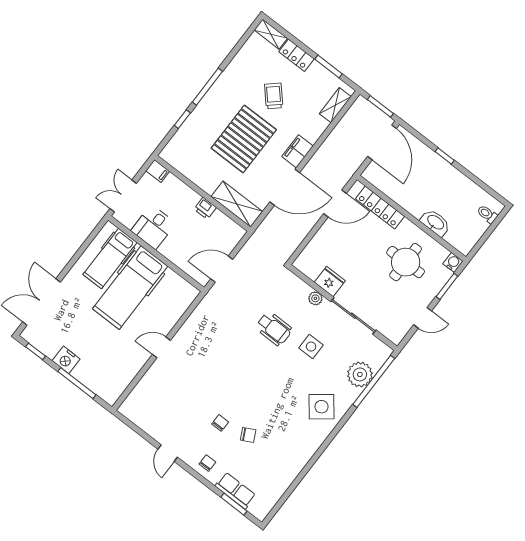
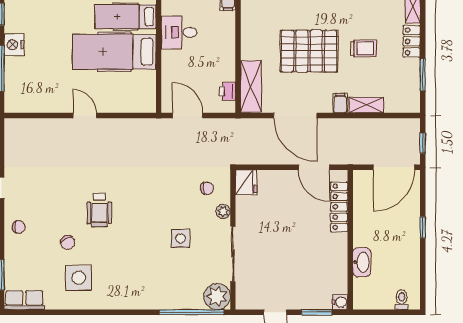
trolley: (274, 96) -> (363, 48), turned 42
shelving: (335, 105) -> (366, 105), moved
window: (380, 106) -> (423, 143), width x0.67
filing cabinet: (297, 151) -> (340, 103), width x0.50
printer: (205, 208) -> (227, 91), moved
round table: (406, 262) -> (310, 263), removed
fridge: (330, 282) -> (246, 182), moved
wheelchair: (274, 329) -> (99, 210), moved
plant: (360, 374) -> (217, 296), moved
side table: (321, 407) -> (79, 278), moved, turned 38
chair: (220, 423) -> (207, 188), moved
row of seats: (235, 491) -> (24, 300), moved, turned -90

